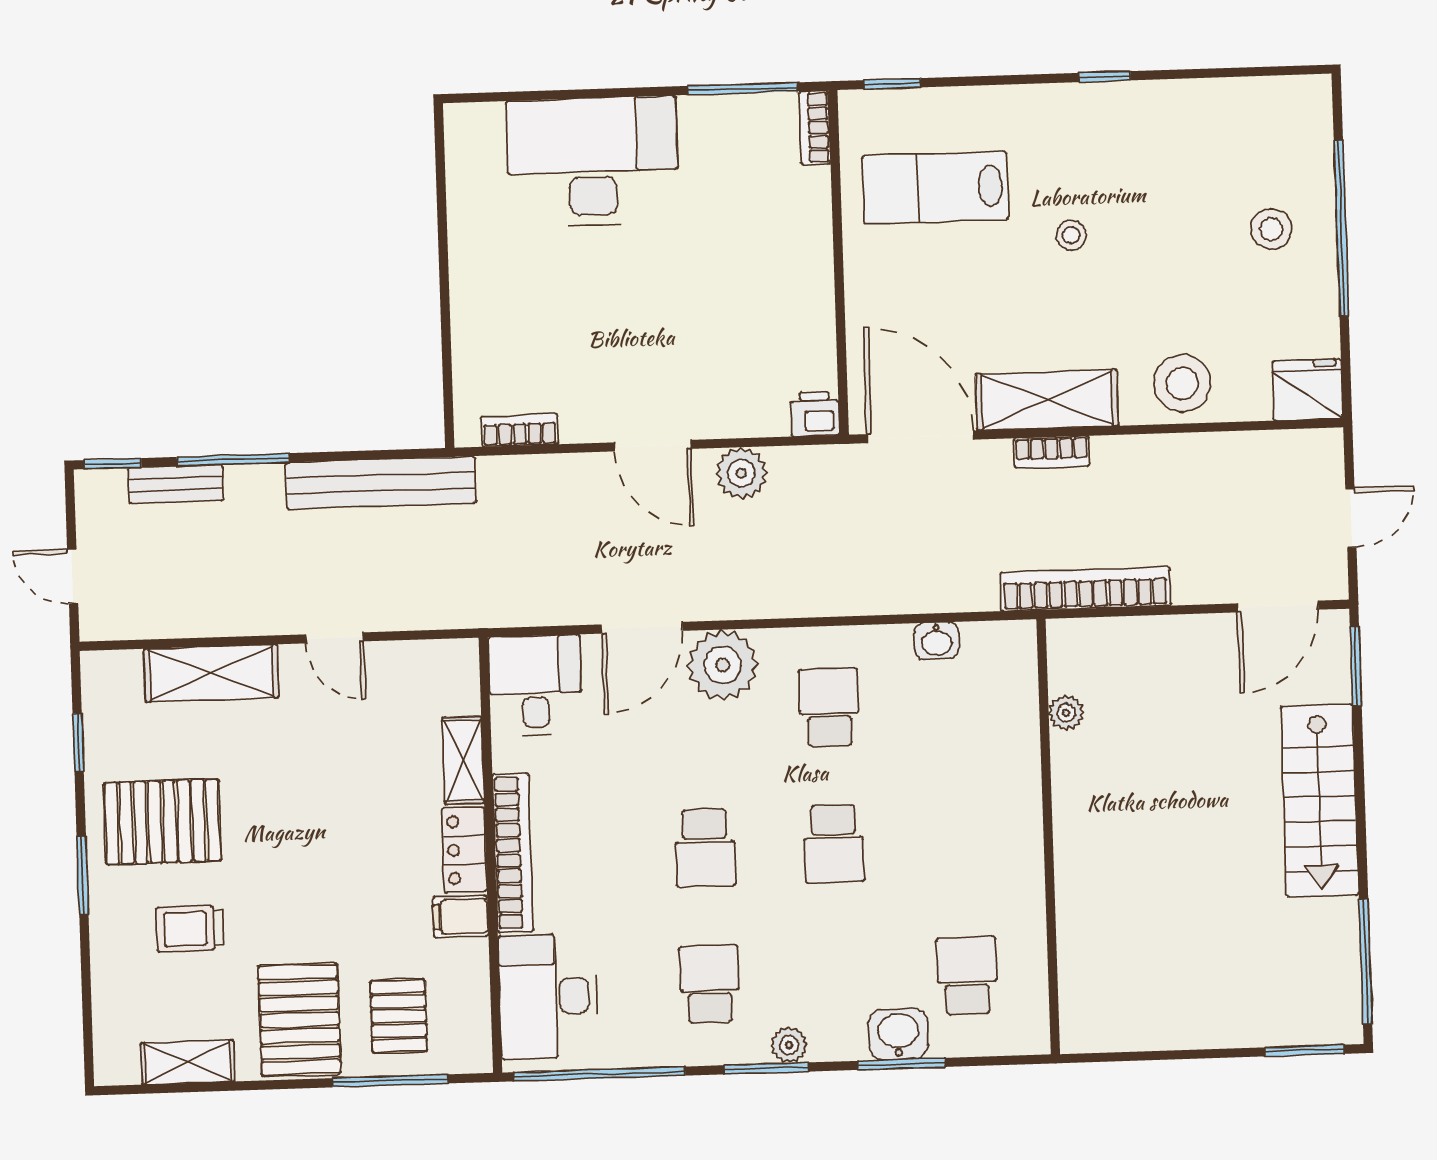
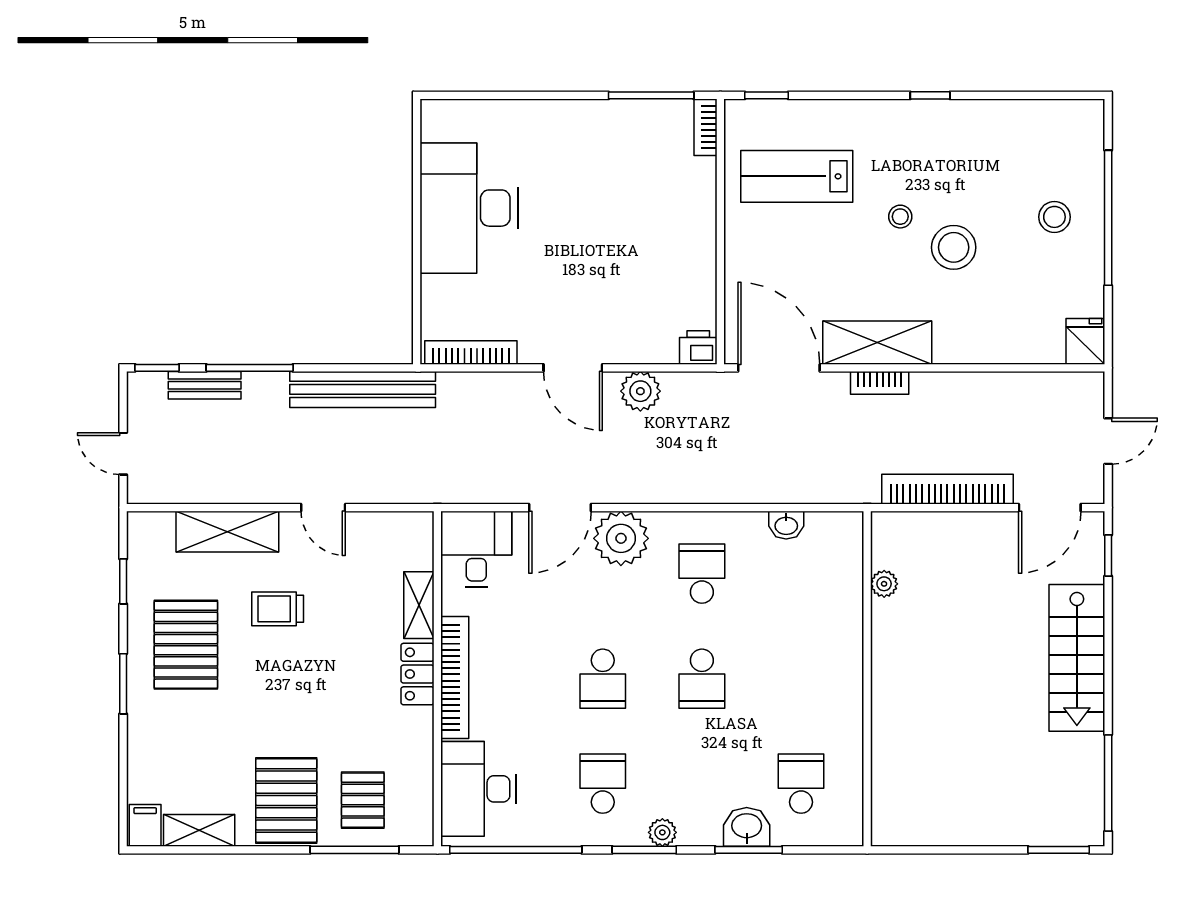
desk: (593, 162) -> (469, 208), moved, turned -90
stool: (1182, 383) -> (954, 247), moved
fridge: (1307, 390) -> (1085, 341), width x0.72
bookcase: (520, 430) -> (471, 353), width x1.56
bookcase: (1085, 589) -> (947, 489), moved
window: (1356, 666) -> (1108, 556), width x0.67
pallet: (162, 822) -> (186, 645), turned 90
filing cabinet: (461, 917) -> (145, 825), moved, turned 90
trolley: (190, 929) -> (278, 609), moved

